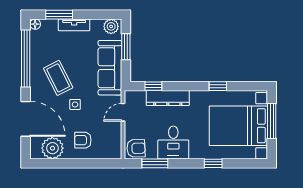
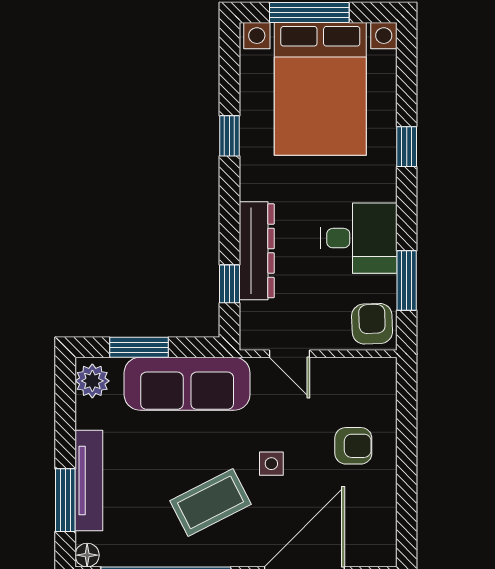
tv unit: (74, 25) -> (89, 480), width x1.41
armchair: (83, 140) -> (353, 446), turned -90
plant: (52, 148) -> (372, 515), removed

